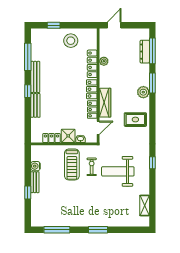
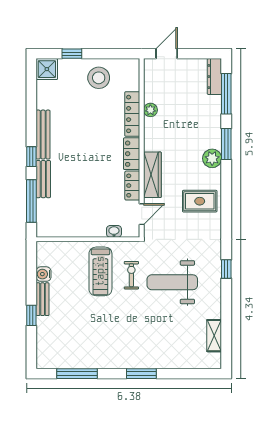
dresser: (145, 52) -> (214, 77), moved
window: (28, 57) -> (31, 201), moved
shower: (68, 136) -> (47, 69), moved
locker: (51, 138) -> (69, 230), removed

